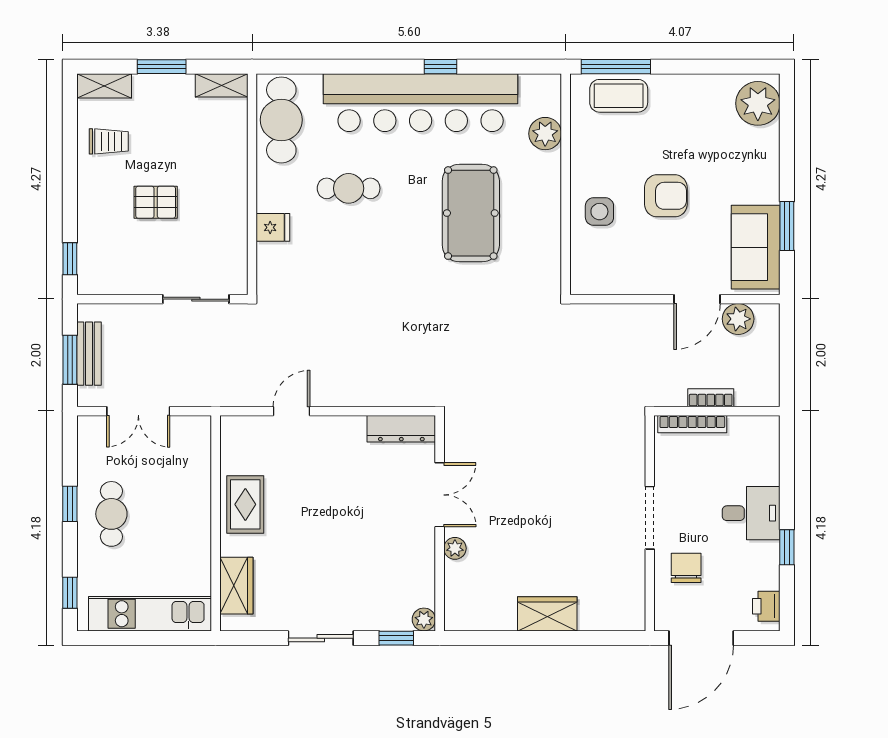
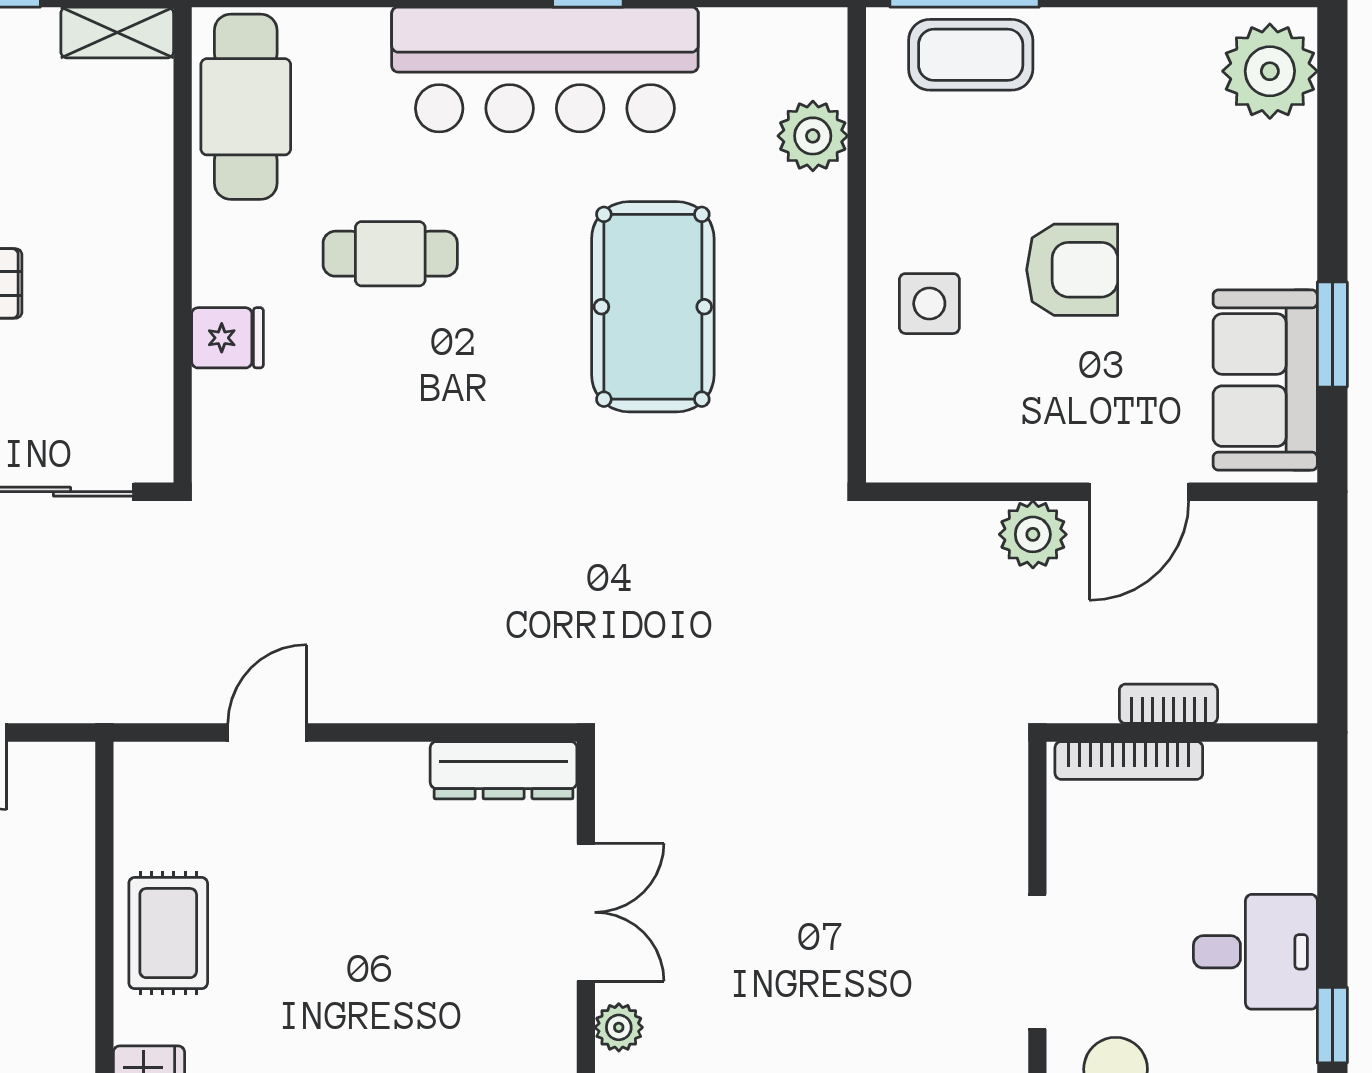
bar counter: (421, 103) -> (545, 70), width x0.73
plant: (738, 319) -> (1033, 534), moved

